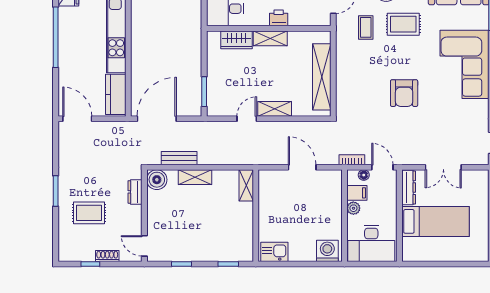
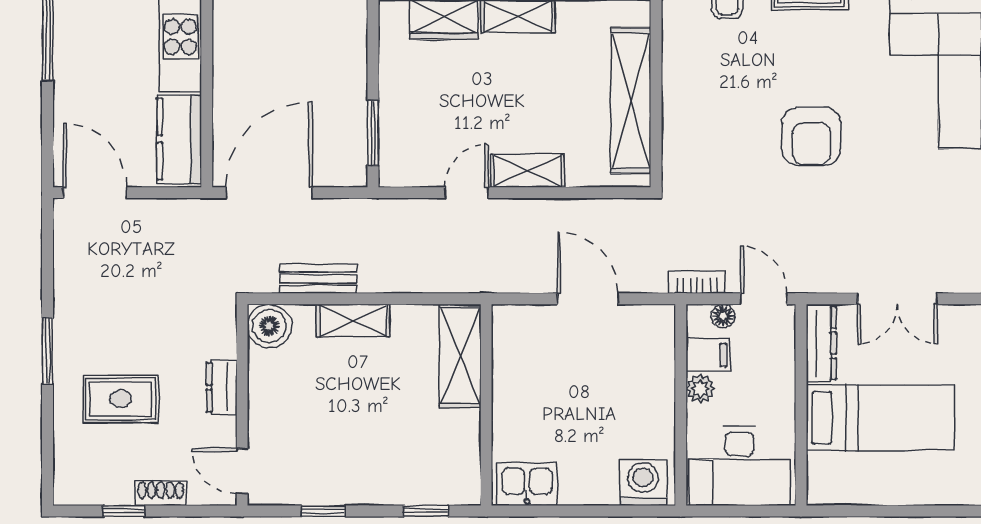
shelving: (246, 185) -> (460, 356), width x1.50, depth x1.33
dresser: (135, 192) -> (222, 387), moved

